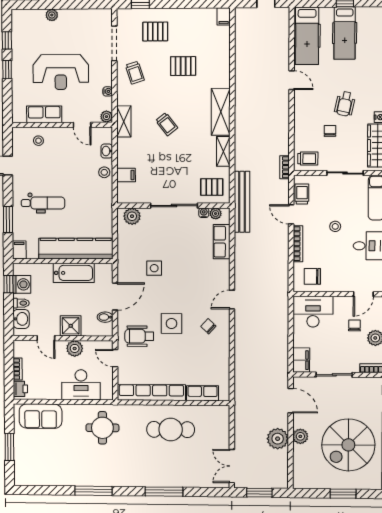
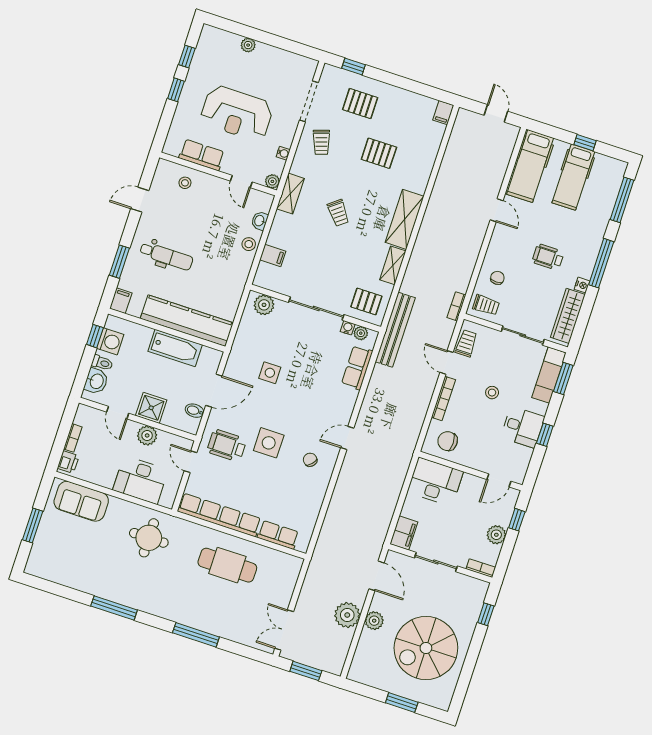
wheelchair: (345, 104) -> (548, 257), turned 78
chair: (330, 131) -> (497, 278), moved
chair: (354, 325) -> (477, 513), removed

